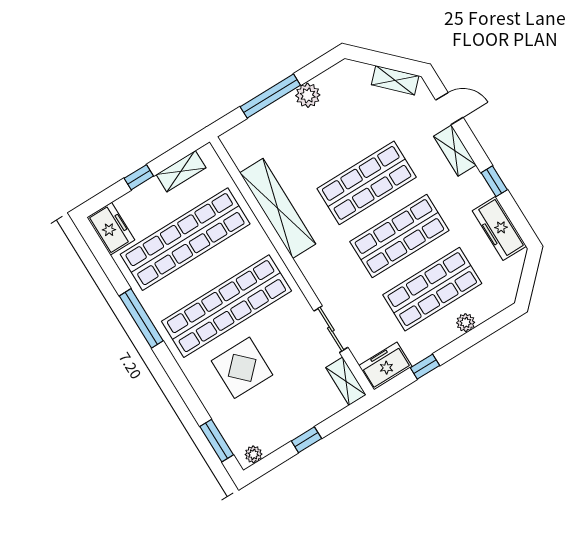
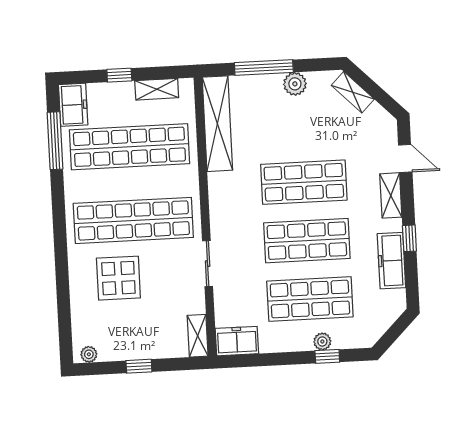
shelving: (395, 80) -> (353, 92), moved
shelving: (278, 208) -> (217, 124), moved
freezer: (499, 228) -> (391, 261), moved
window: (141, 318) -> (55, 141), moved
sliding door: (331, 329) -> (208, 264), moved
window: (425, 367) -> (327, 356), moved
window: (217, 441) -> (65, 326), removed

